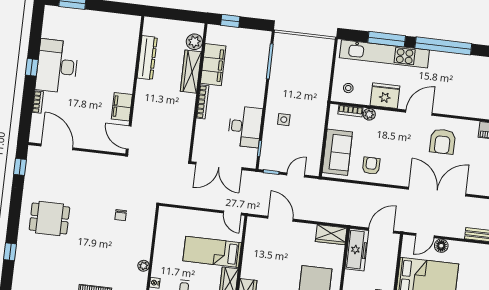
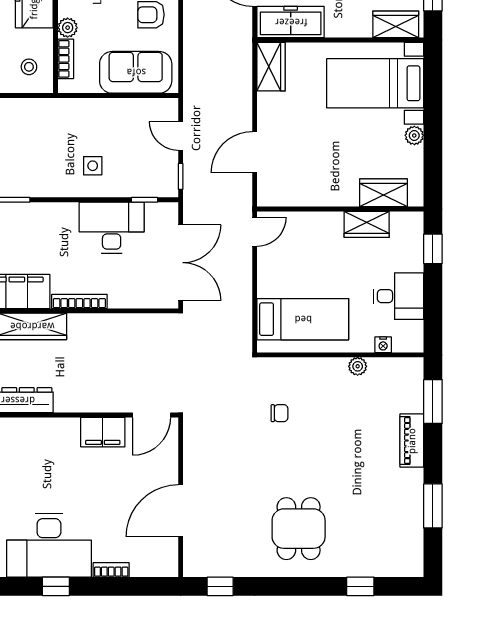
door: (57, 147) -> (181, 511), moved
bed: (212, 252) -> (303, 319), moved, turned -90

